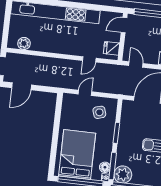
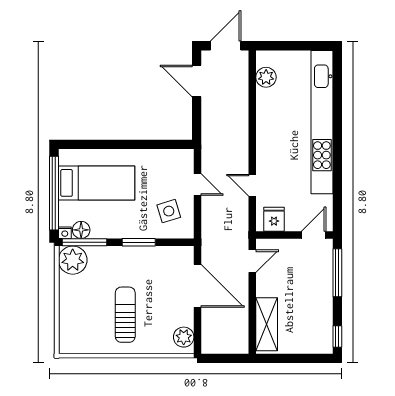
door: (124, 25) -> (314, 235), hinge flipped
bed: (77, 155) -> (97, 183), width x0.67

